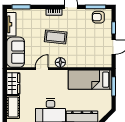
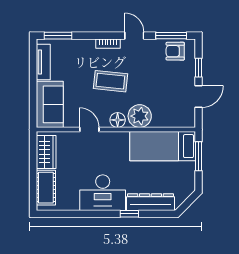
plant: (75, 60) -> (140, 116), added
door: (42, 69) -> (89, 129), hinge flipped

